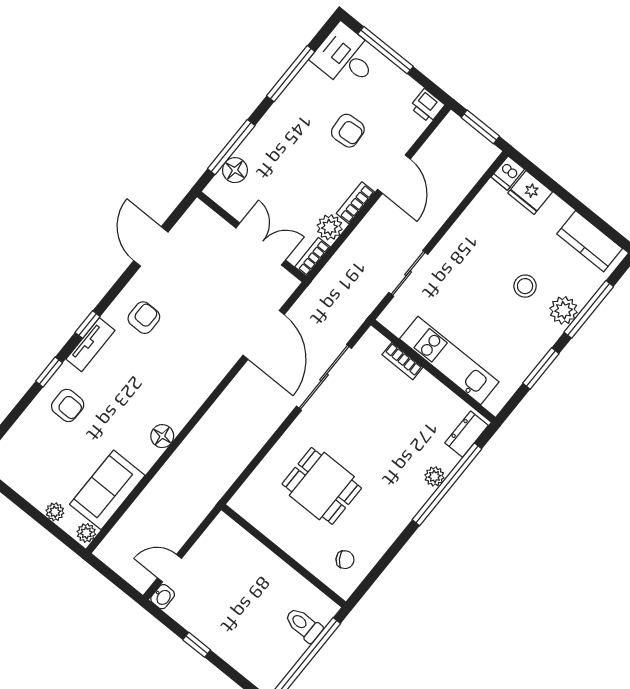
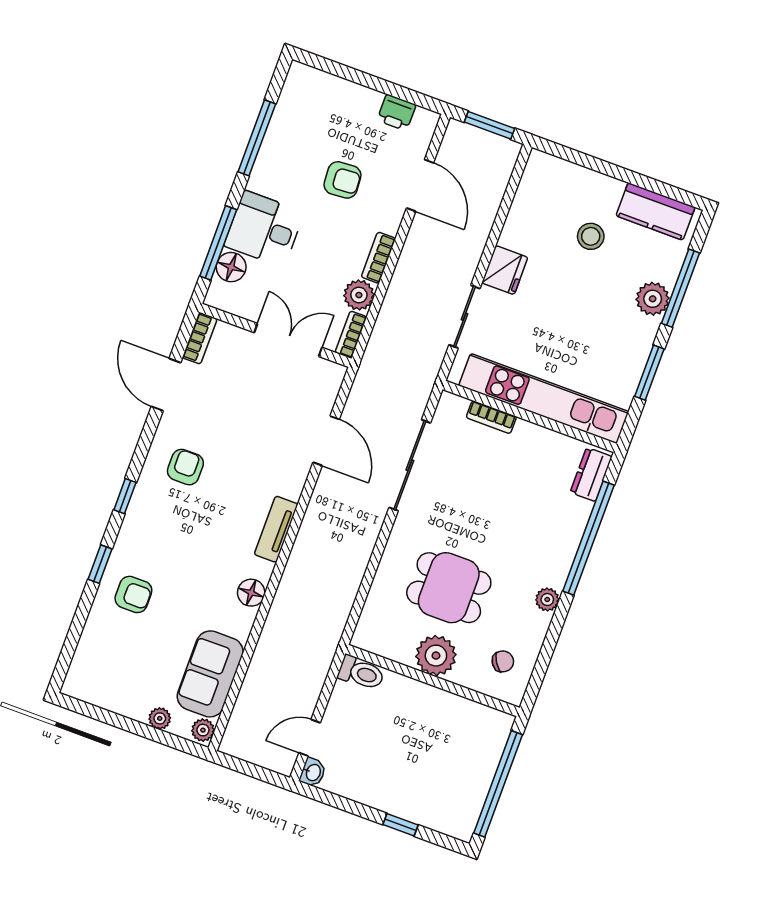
window: (385, 50) -> (354, 75), removed
desk: (346, 57) -> (264, 229), moved
printer: (427, 106) -> (397, 113), moved
dishwasher: (508, 173) -> (538, 166), removed
door: (394, 174) -> (420, 185), moved
fridge: (530, 192) -> (505, 270), moved, turned -90
bookcase: (190, 218) -> (200, 338), added
stool: (525, 286) -> (591, 236), moved
door: (264, 335) -> (326, 441), width x0.73
tv unit: (91, 345) -> (276, 529), moved, turned 180
kitchen unit: (449, 360) -> (544, 399), width x1.36
plant: (434, 476) -> (547, 600), moved
plant: (293, 537) -> (436, 656), added
toilet: (303, 625) -> (361, 673), moved, turned 180
window: (197, 645) -> (400, 825), moved

